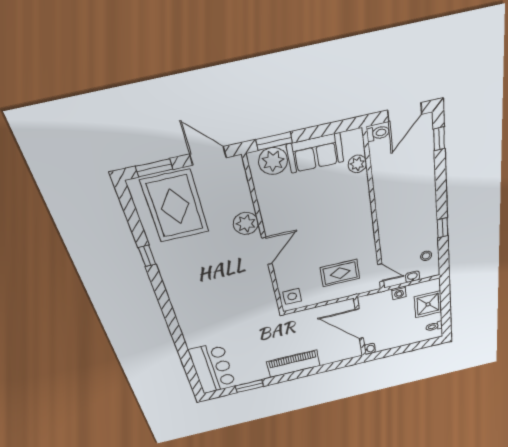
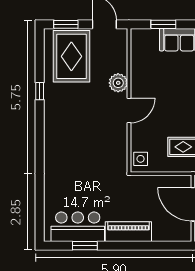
window: (274, 141) -> (163, 24), moved
plant: (273, 161) -> (148, 39), removed
bar counter: (212, 368) -> (78, 227), moved, turned -90

